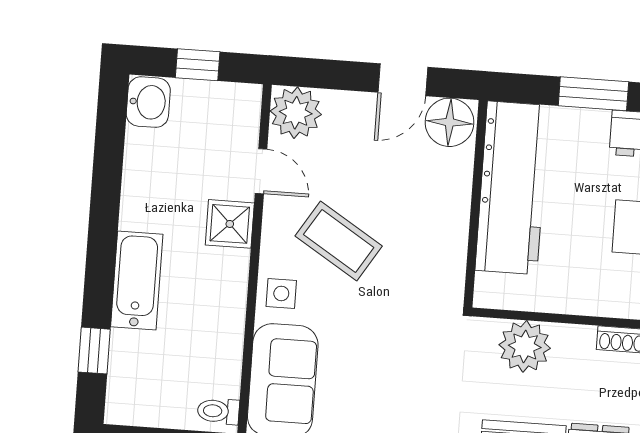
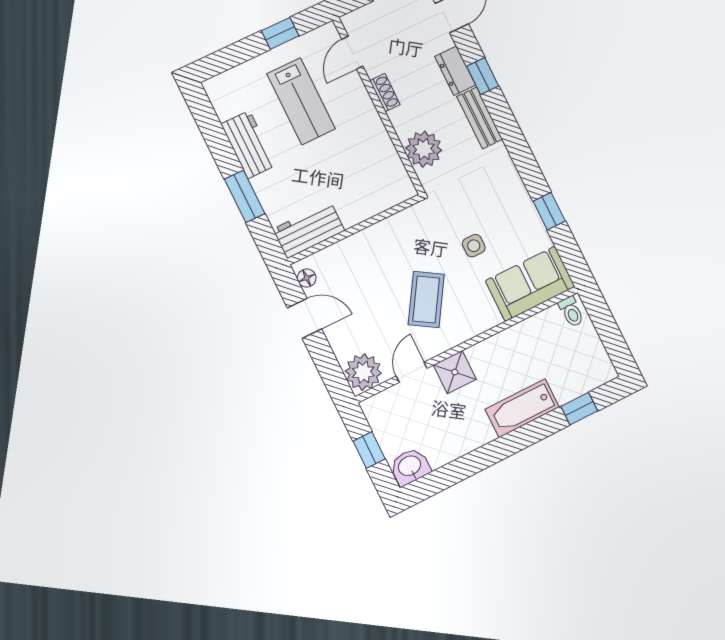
floor lamp: (450, 122) -> (307, 278), width x0.53, depth x0.53
workbench: (512, 188) -> (309, 230), width x0.53, depth x0.76
side table: (281, 293) -> (474, 246), moved

